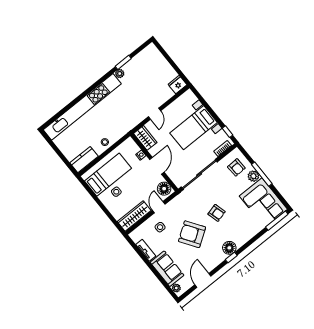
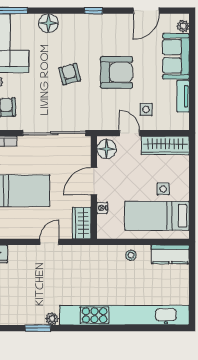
door: (159, 207) -> (129, 133), swing flipped
armchair: (192, 234) -> (117, 72), turned -56
floor lamp: (229, 248) -> (48, 23), moved

